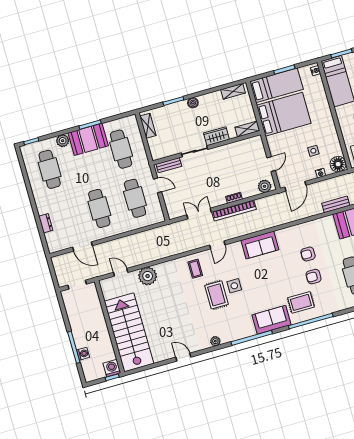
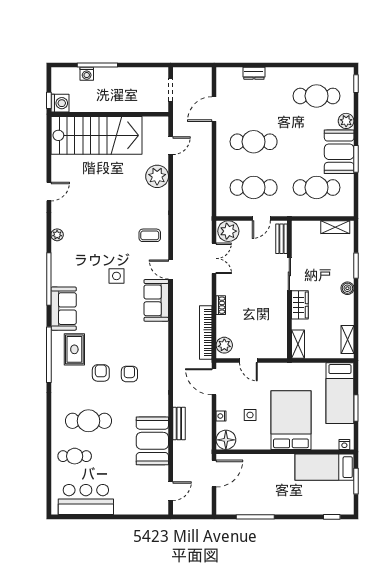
bed: (284, 114) -> (291, 420), moved, turned 180
plant: (175, 208) -> (228, 231), added
bookcase: (234, 211) -> (206, 333), moved
sofa: (260, 245) -> (156, 300), moved
rug: (216, 295) -> (112, 252), removed

